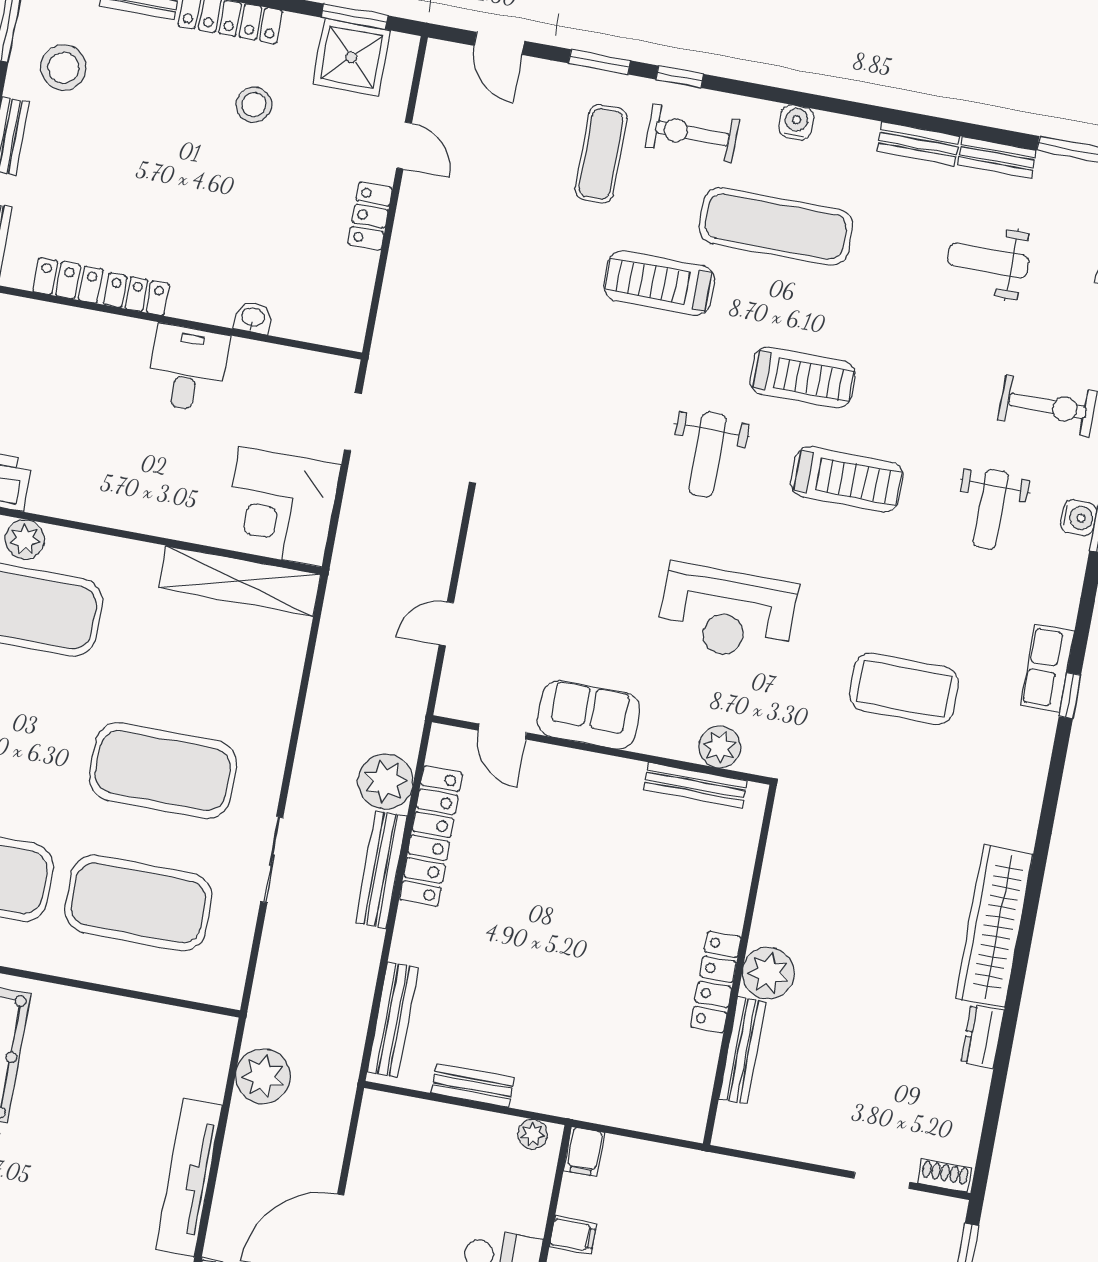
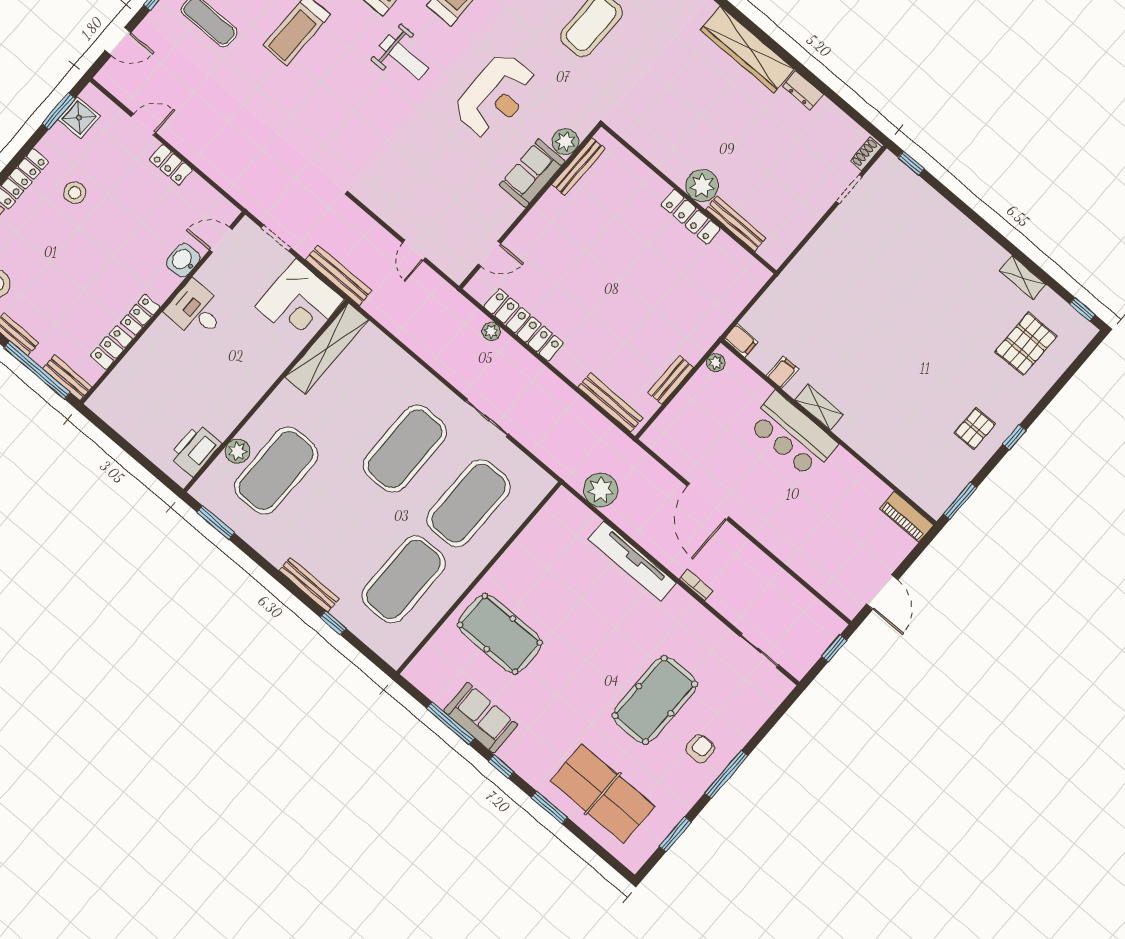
shower: (352, 57) -> (79, 118), width x0.73, depth x0.73
washbasin: (253, 318) -> (183, 260), width x1.38, depth x1.45
door: (306, 346) -> (221, 240), added
sofa: (589, 715) -> (532, 173), moved
plant: (386, 781) -> (491, 331), width x0.53, depth x0.53
bench: (381, 870) -> (338, 275), moved

